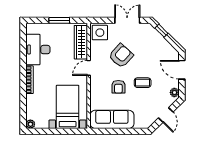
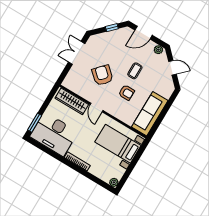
window: (59, 20) -> (35, 123), moved
window: (161, 31) -> (112, 28), moved
side table: (100, 33) -> (73, 81), removed
desk: (38, 50) -> (54, 134), width x1.36, depth x1.30

